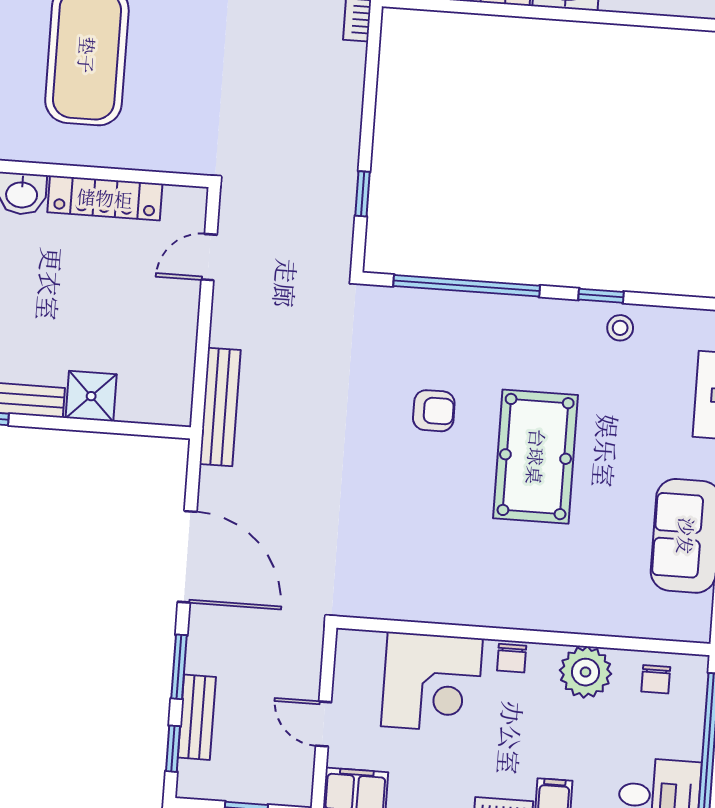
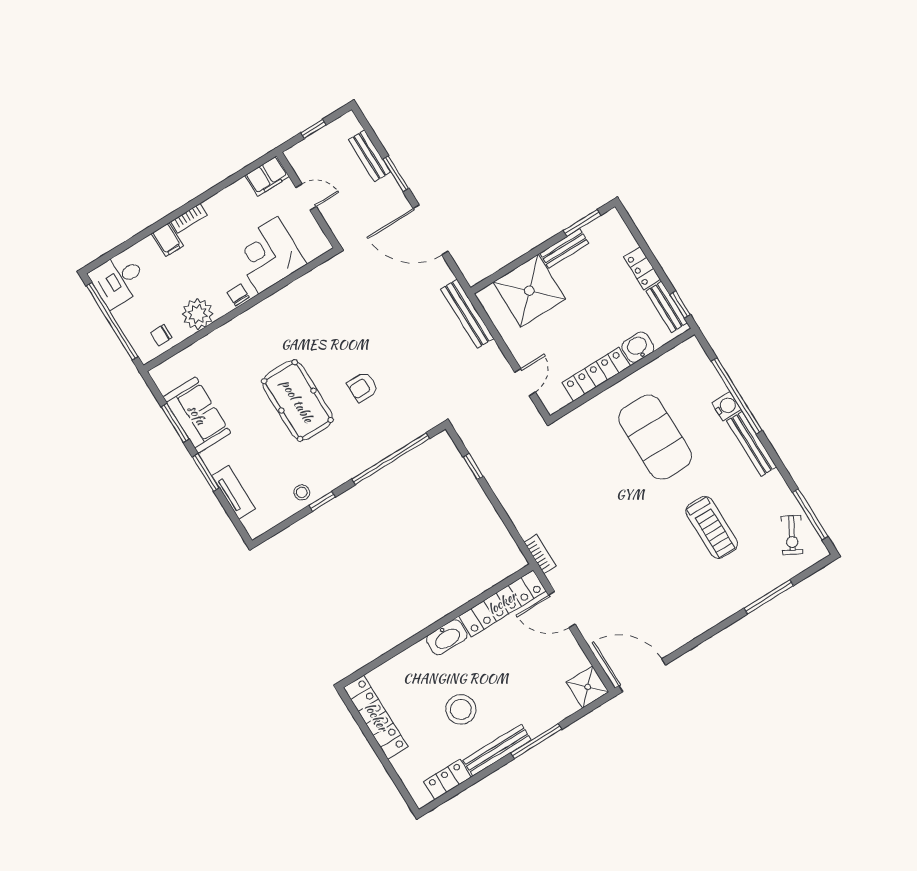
shower: (91, 396) -> (529, 291), width x1.86, depth x1.86
chair: (656, 679) -> (161, 335), turned -90
window: (173, 749) -> (370, 132), removed

